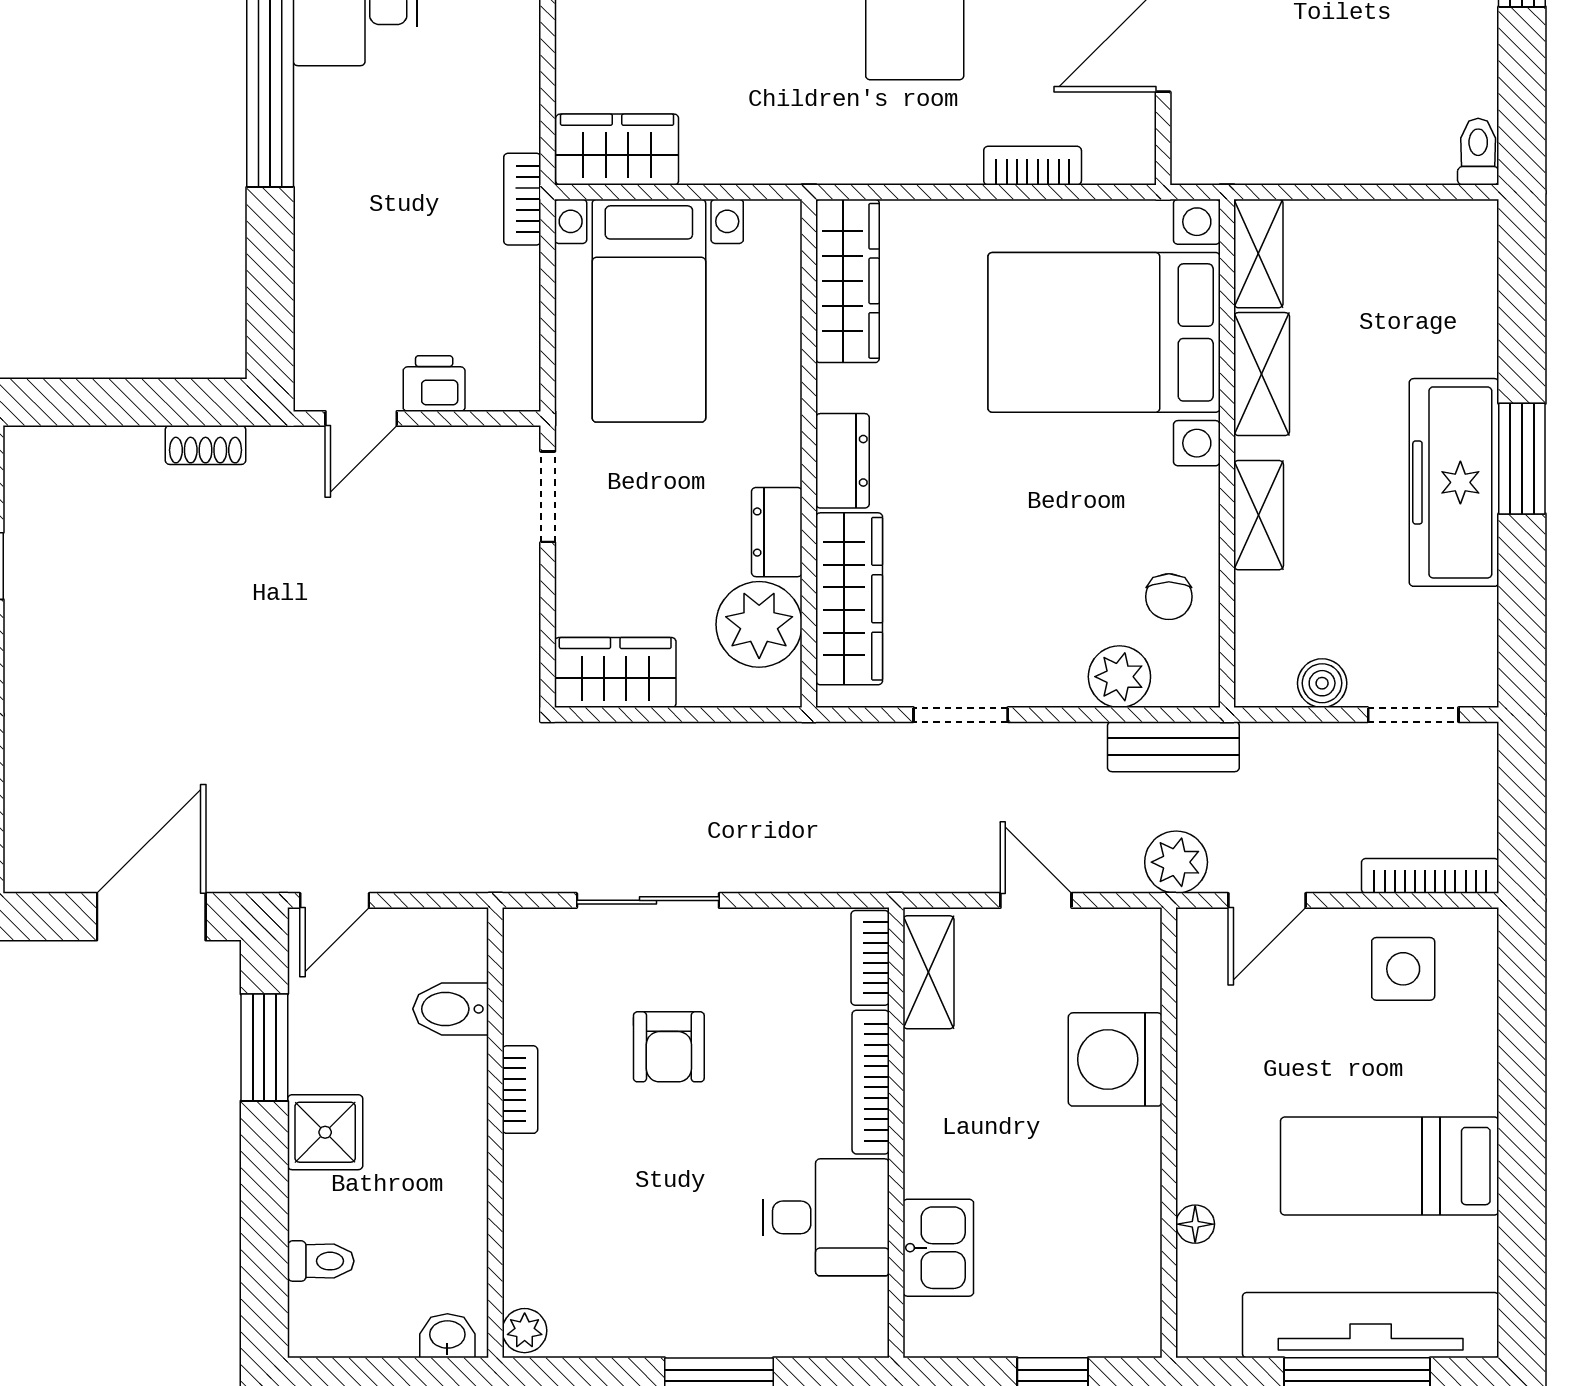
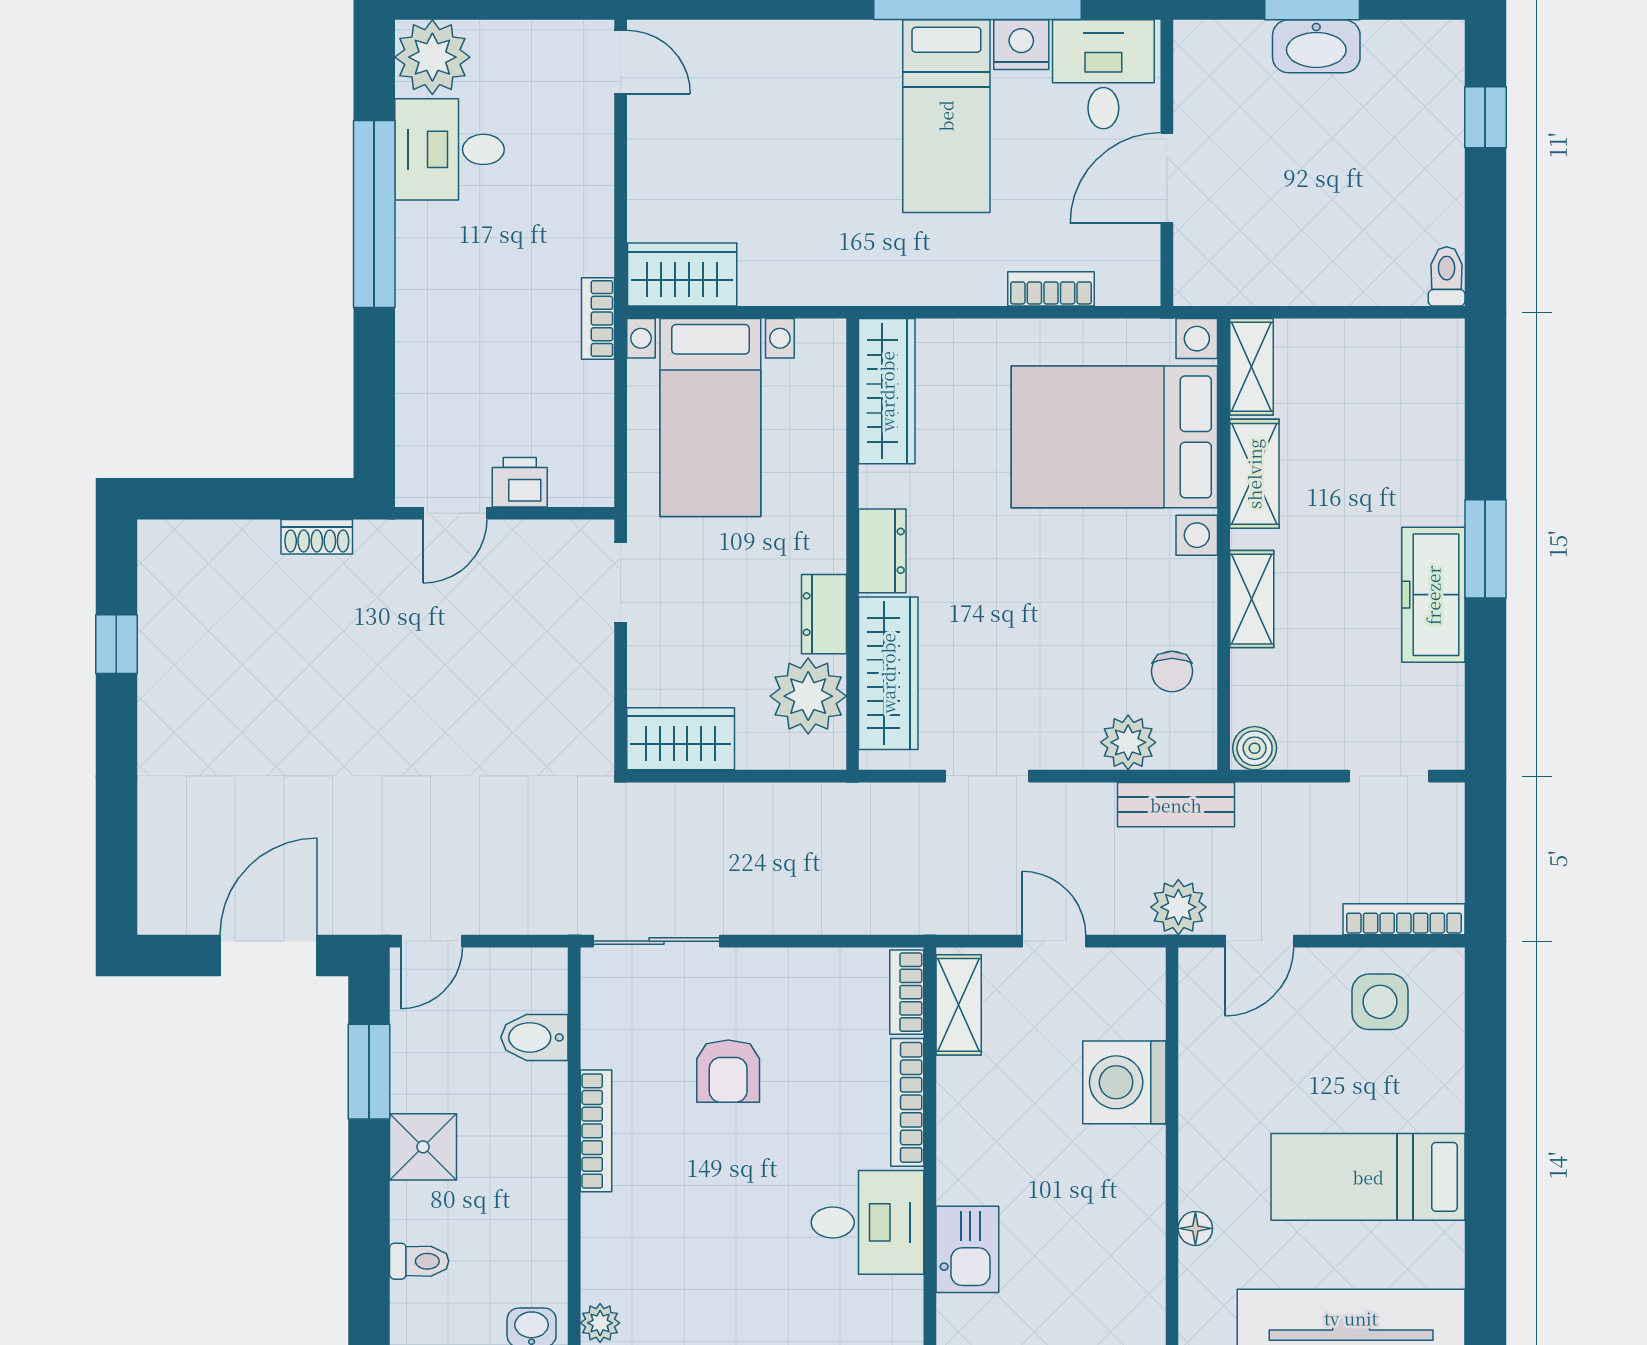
freezer: (1454, 482) -> (1433, 595), width x0.73, depth x0.79
boiler: (1322, 683) -> (1255, 748), moved
sliding door: (648, 900) -> (656, 941), moved
bookcase: (520, 1090) -> (596, 1131), width x1.56

